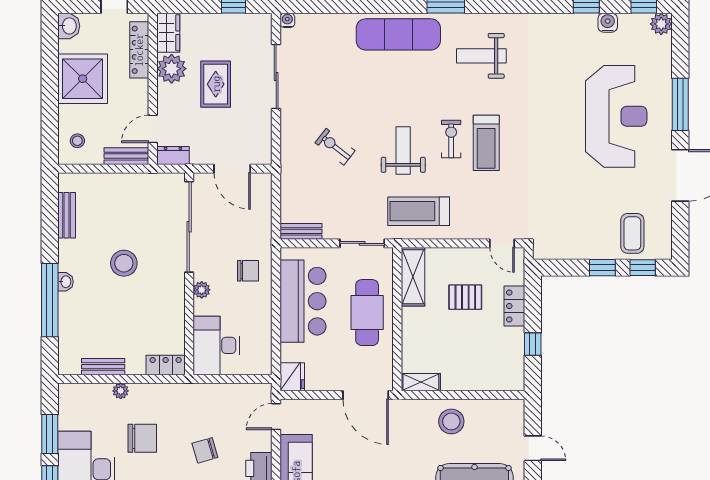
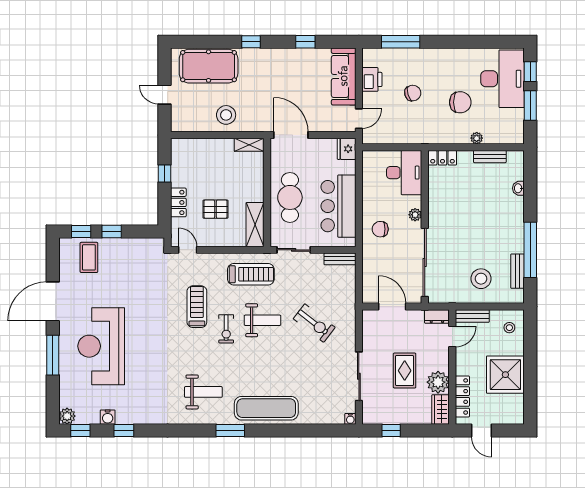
washbasin: (69, 26) -> (516, 415), removed
treadmill: (486, 143) -> (197, 307), moved
exercise bike: (335, 147) -> (314, 323), width x1.38, depth x1.39
weight bench: (403, 150) -> (263, 320), turned -90
stool: (124, 263) -> (481, 279), moved
washbasin: (65, 282) -> (518, 188), moved
window: (50, 300) -> (530, 250), moved
chair: (142, 438) -> (460, 102), turned 180

